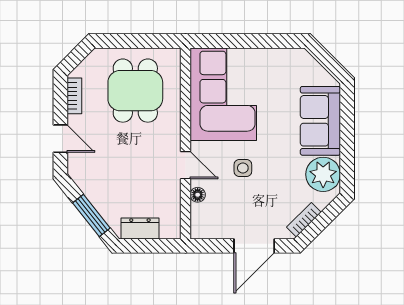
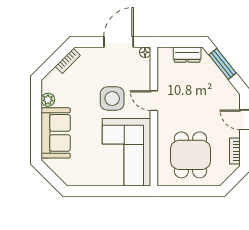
side table: (243, 168) -> (112, 99), width x1.87, depth x1.87
plant: (323, 174) -> (48, 100), width x0.53, depth x0.53
floor lamp: (198, 195) -> (145, 52), moved
door: (254, 246) -> (119, 42), moved

